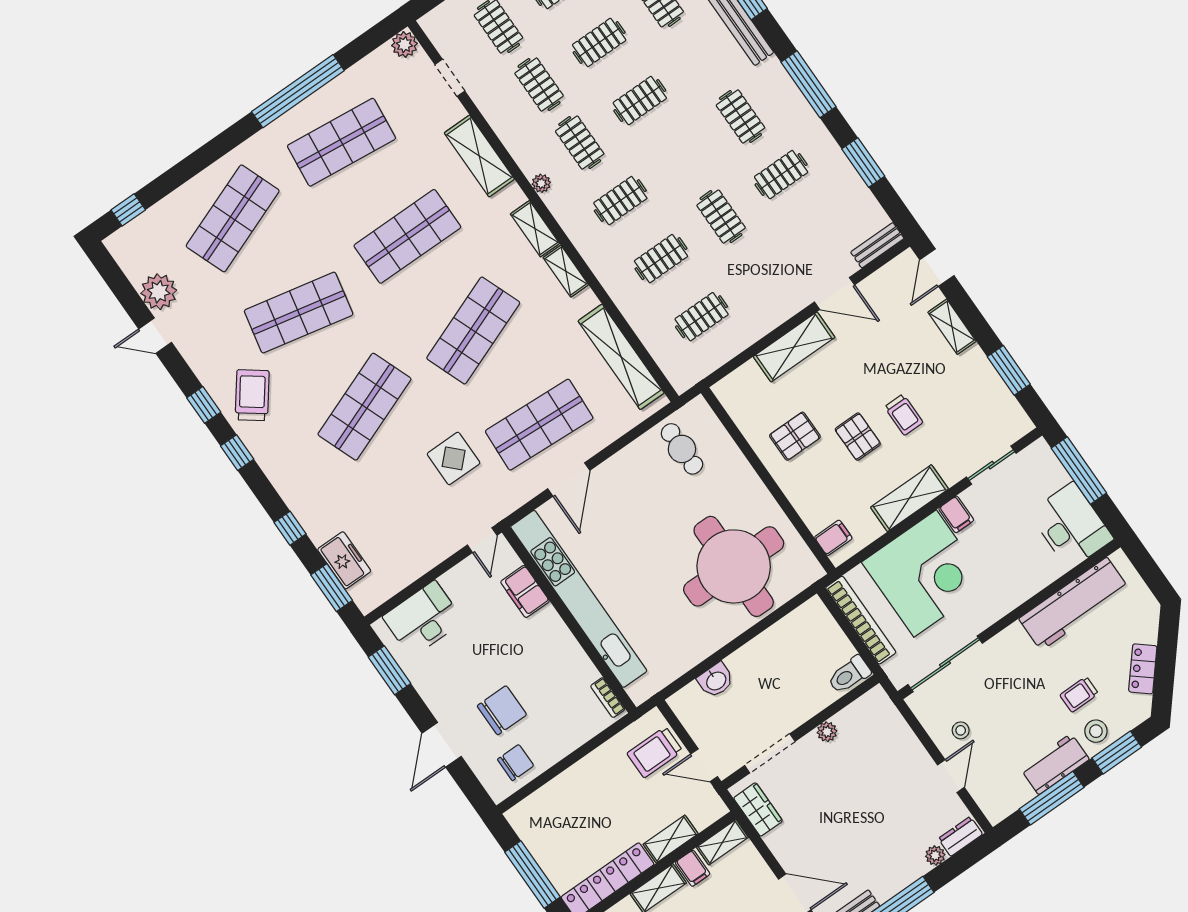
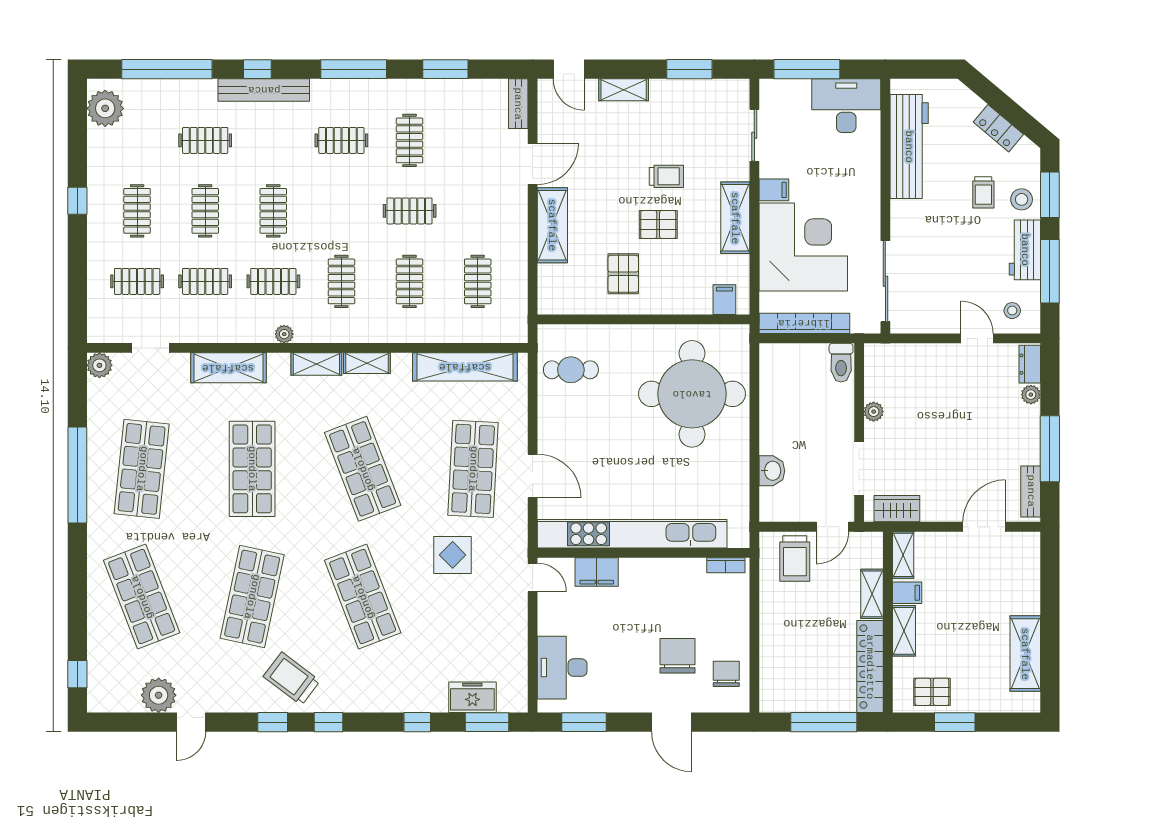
stool: (961, 730) -> (1012, 311), moved

